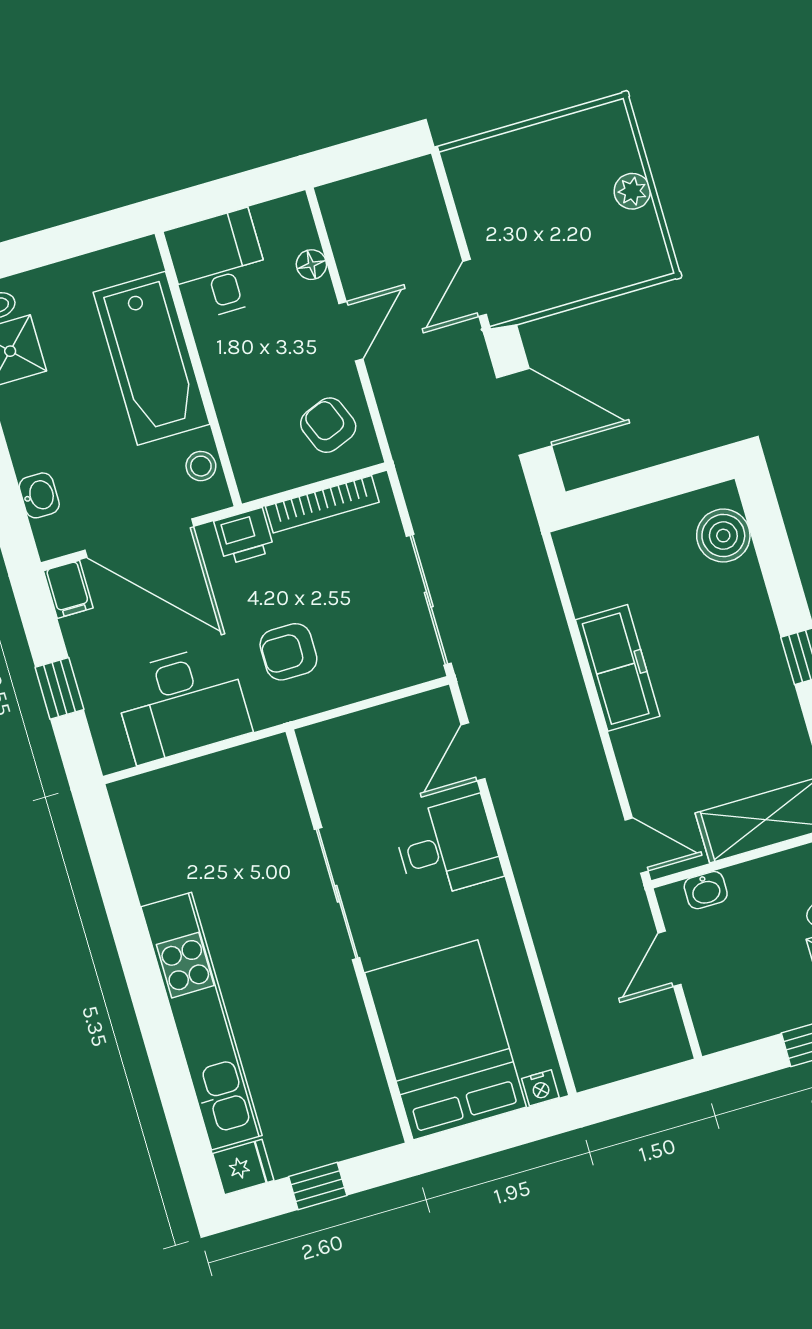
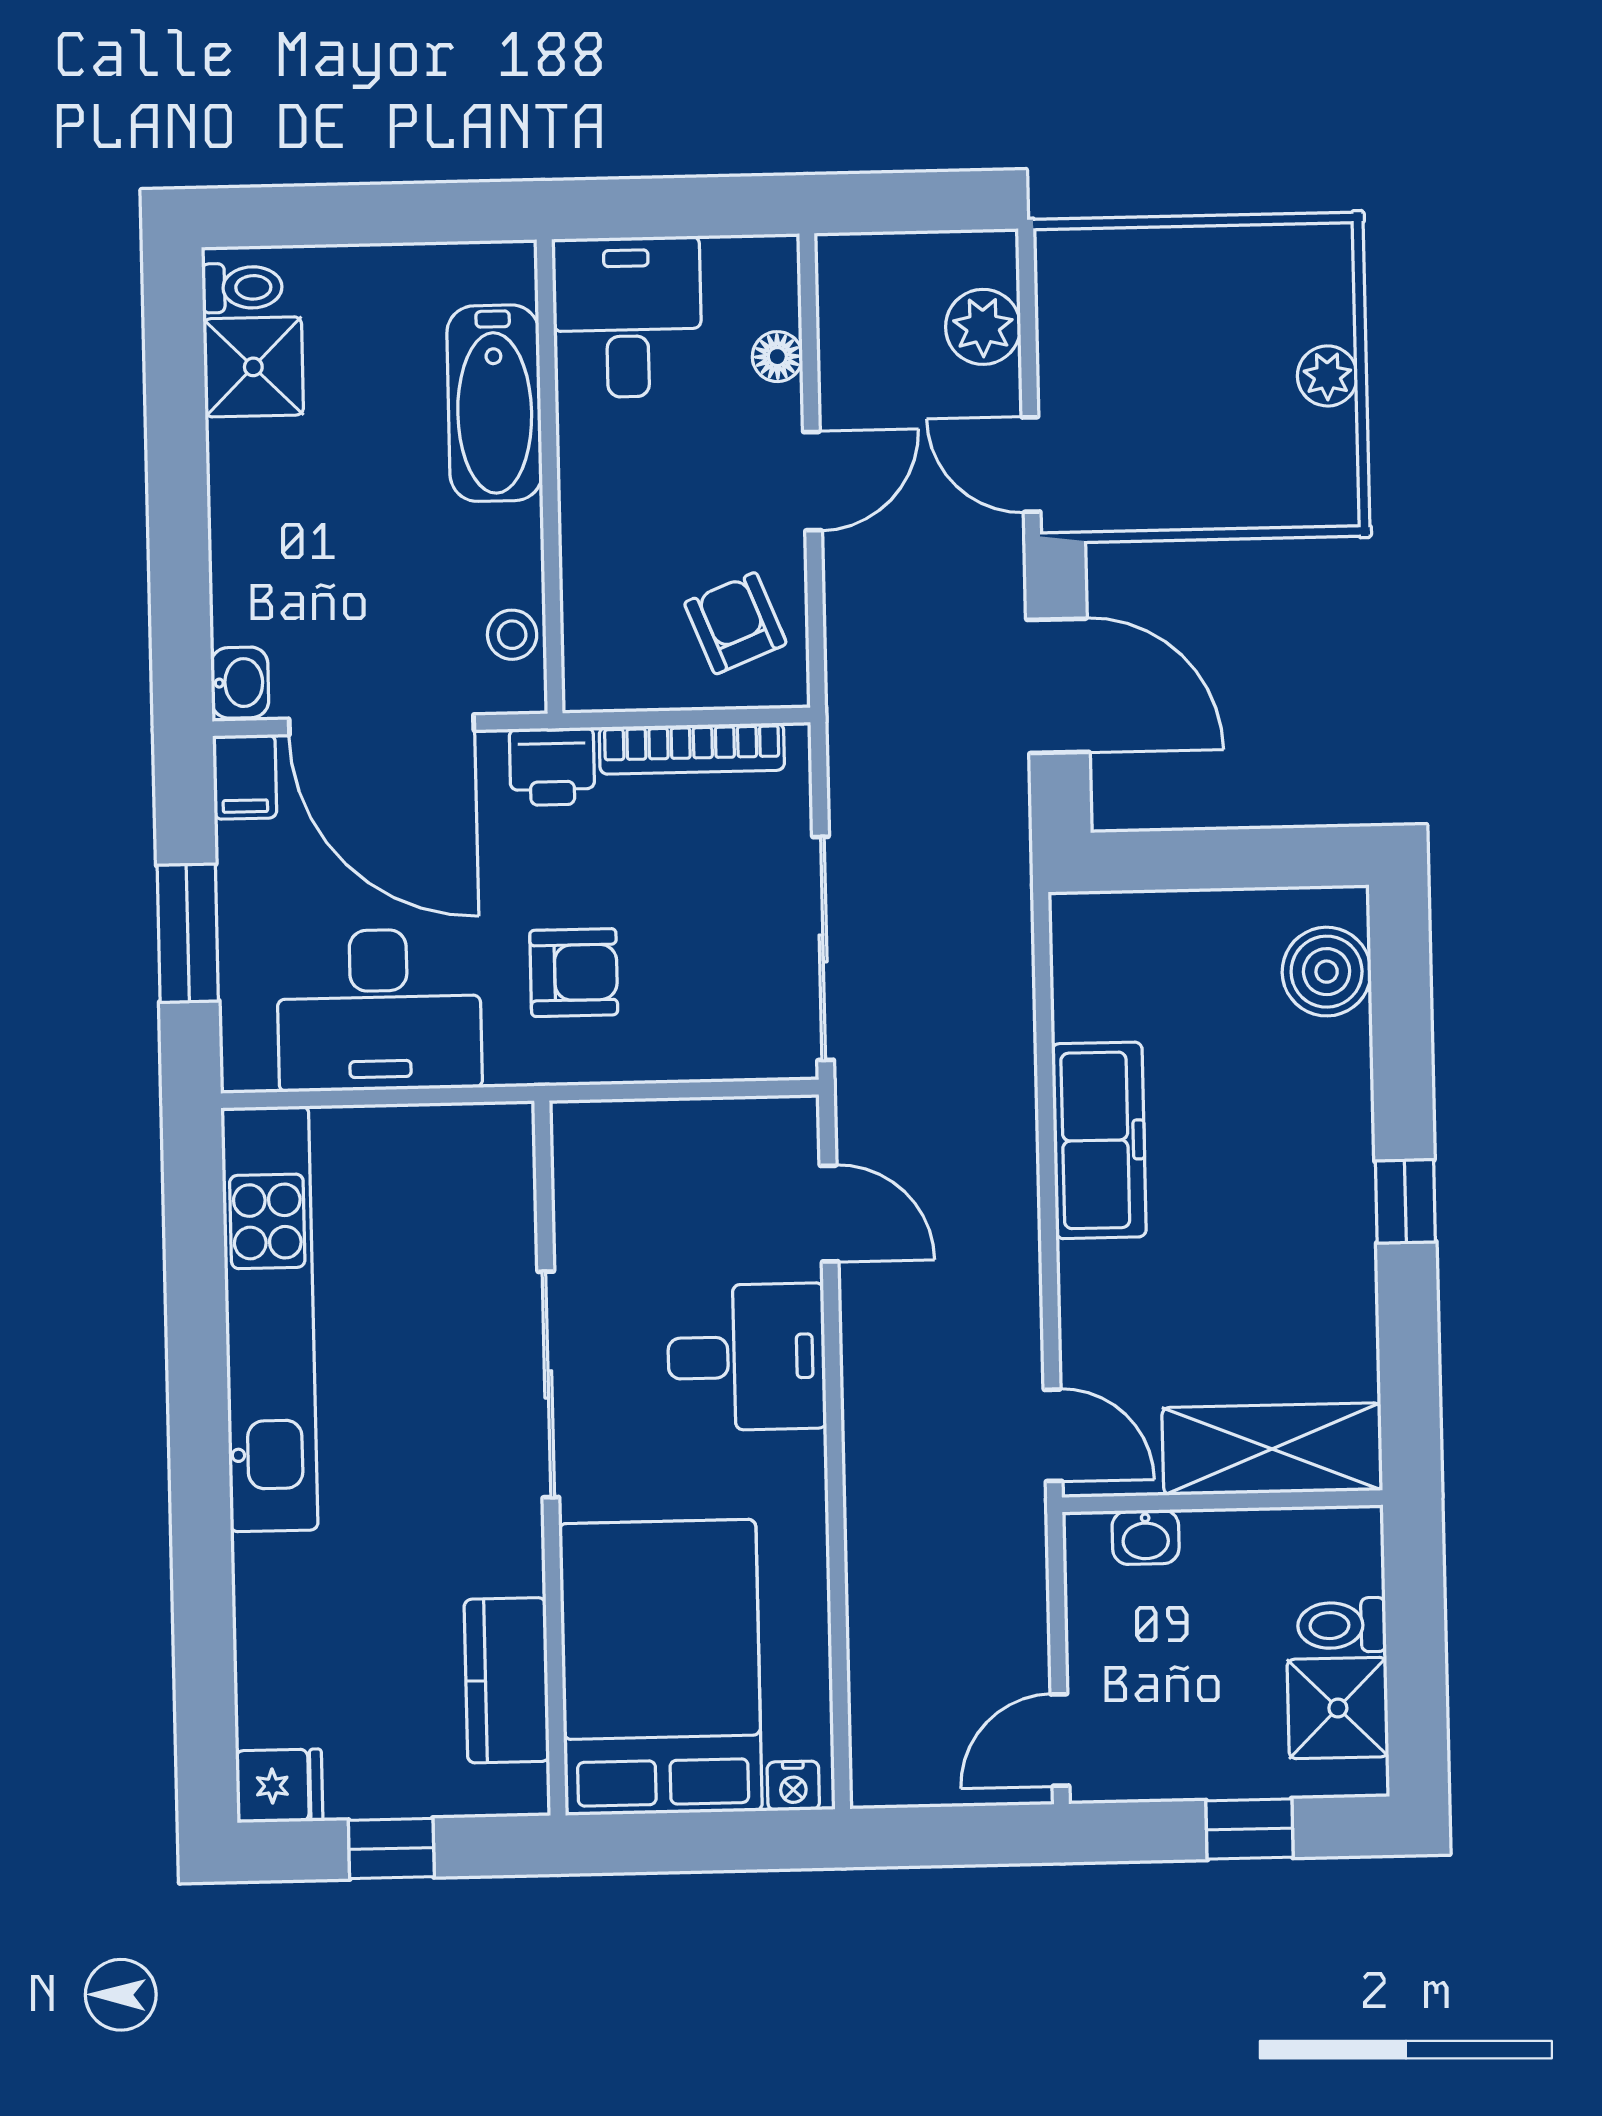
plant: (426, 216) -> (983, 327), added
door: (475, 288) -> (1031, 464), hinge flipped
bathtub: (151, 358) -> (494, 403), width x0.73, depth x0.73
washbasin: (39, 495) -> (240, 683), moved
armchair: (288, 652) -> (574, 973), turned 180
window: (59, 688) -> (188, 933), width x1.50
door: (473, 752) -> (829, 1214), swing flipped
door: (669, 959) -> (1060, 1740), moved
kitchen unit: (202, 1021) -> (270, 1319), moved
kitchen counter: (359, 1071) -> (507, 1680), added

